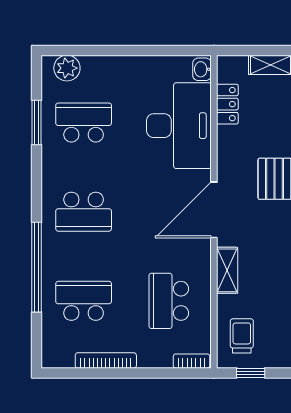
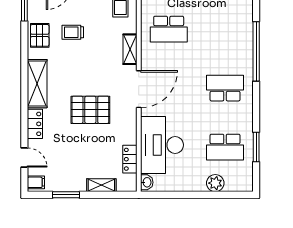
plant: (67, 68) -> (215, 183), moved
school desk: (84, 301) -> (225, 29), removed
school desk: (169, 301) -> (169, 29), turned 90

